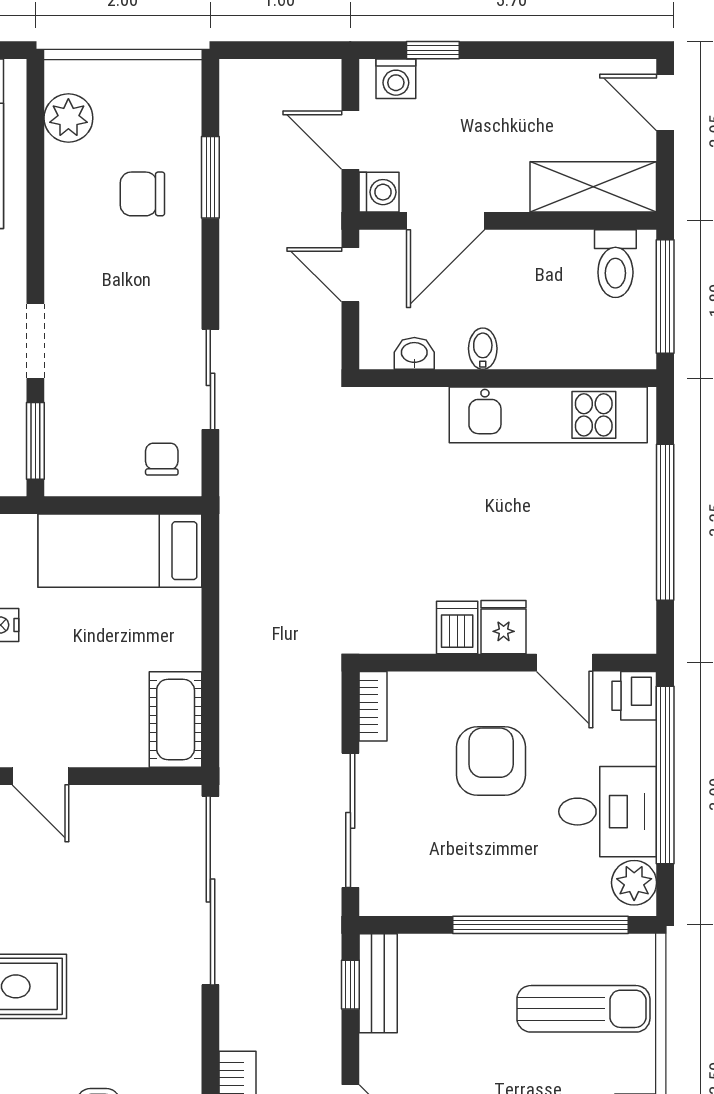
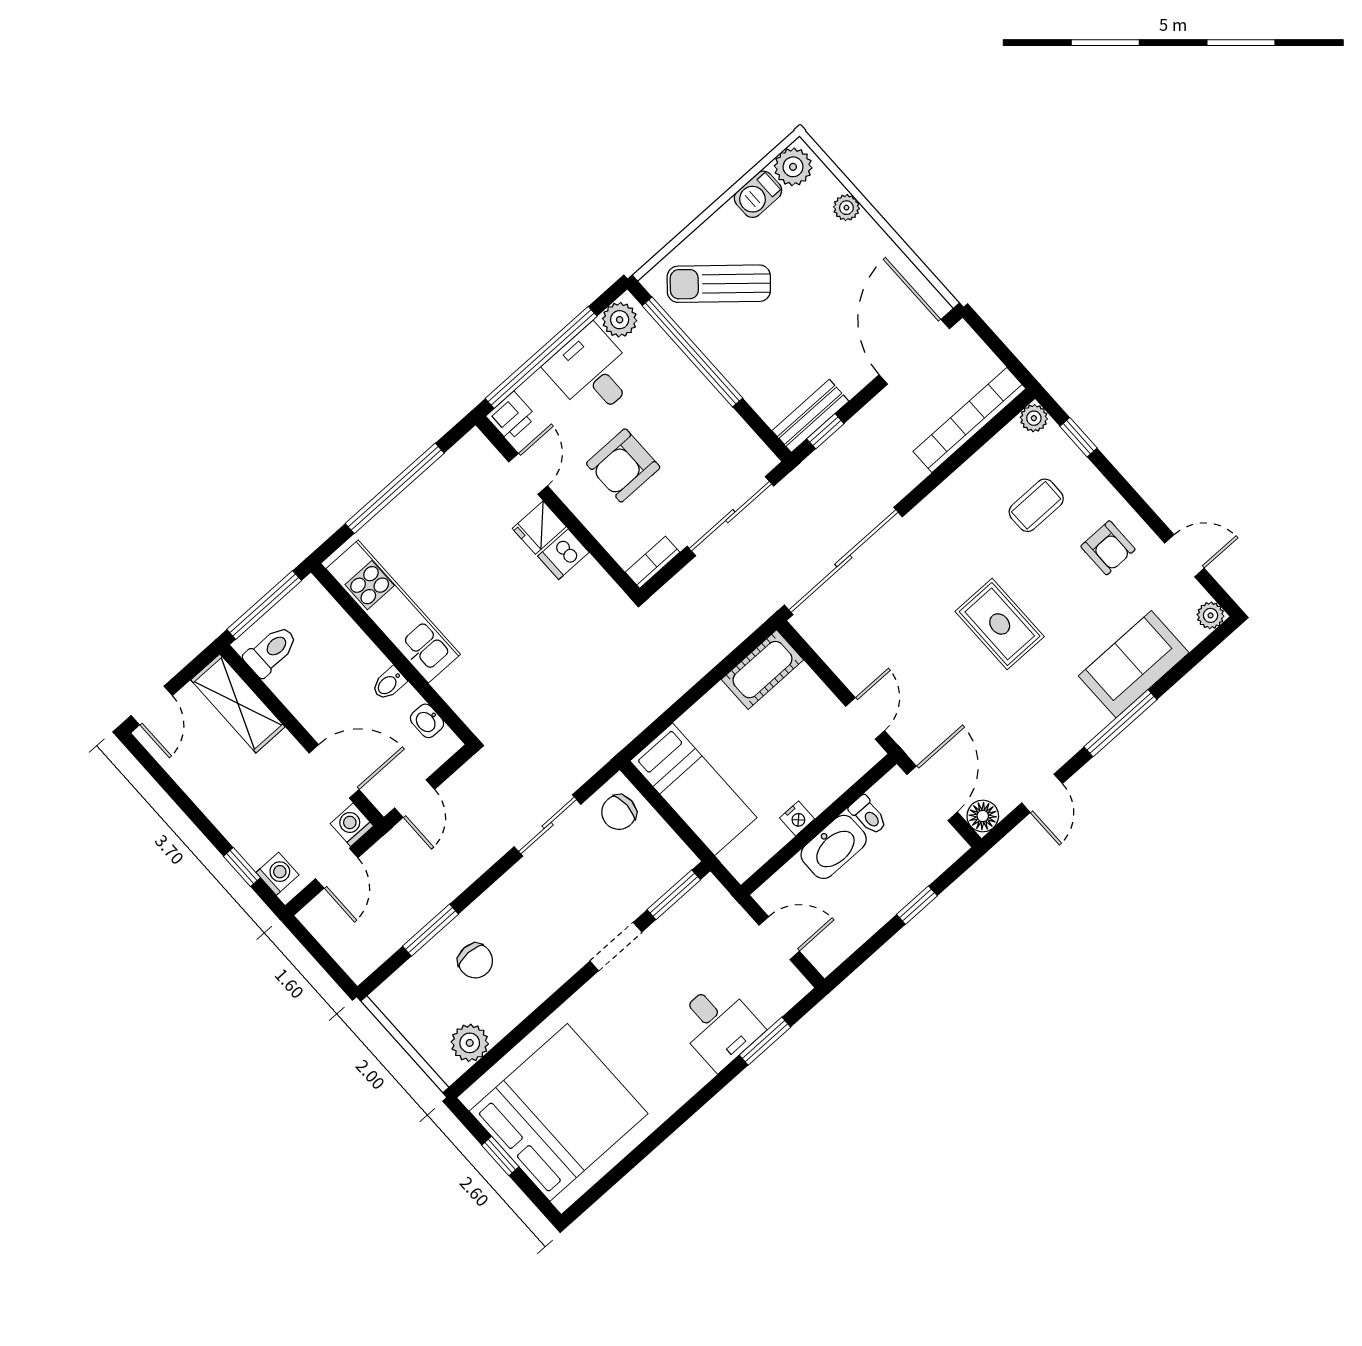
chair: (162, 459) -> (619, 812), width x1.37, depth x1.37
sun lounger: (583, 1009) -> (719, 284), turned -49

